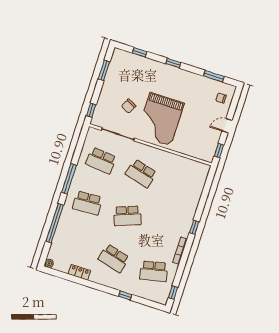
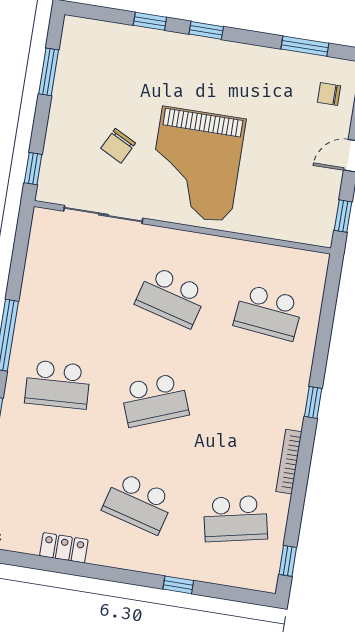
window: (140, 52) -> (150, 21), moved
school desk: (101, 160) -> (268, 313), moved

